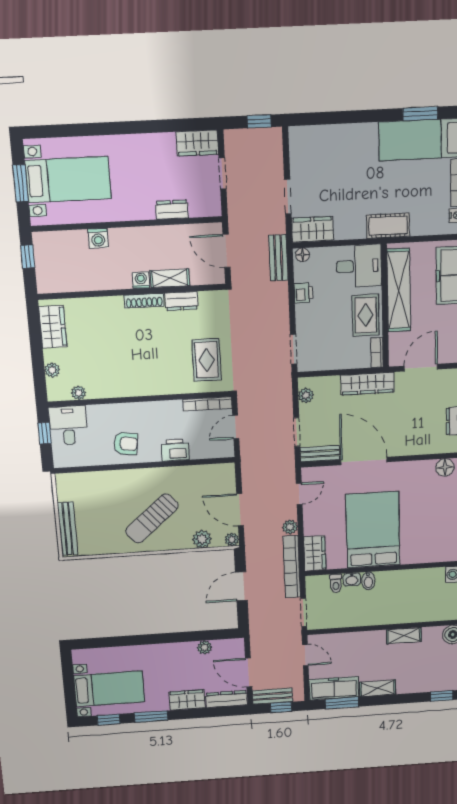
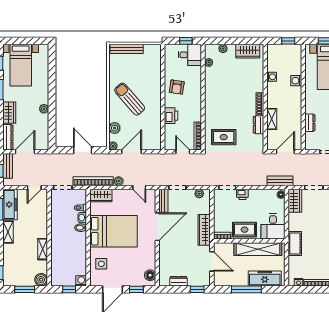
washing machine: (141, 280) -> (272, 77), moved
printer: (303, 293) -> (242, 194), moved
side table: (427, 545) -> (101, 264), added
plant: (204, 647) -> (44, 109), moved

